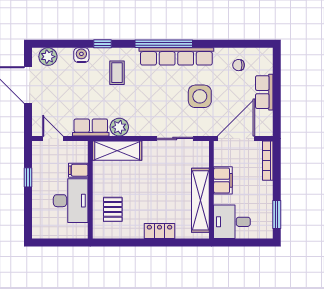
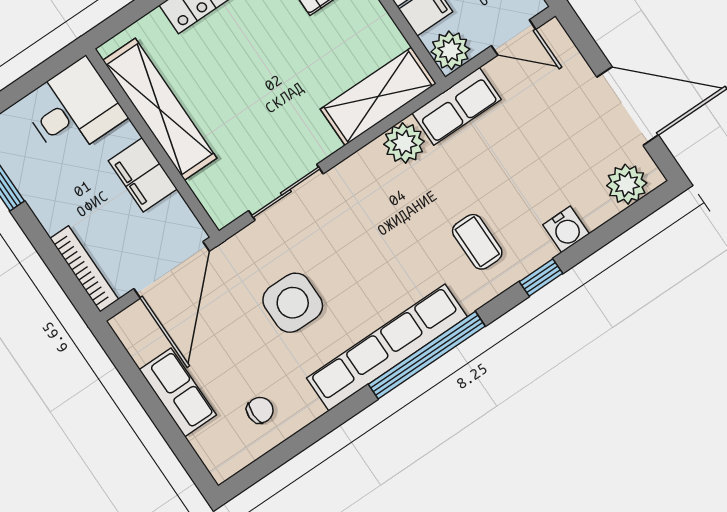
plant: (79, 149) -> (450, 50), added

